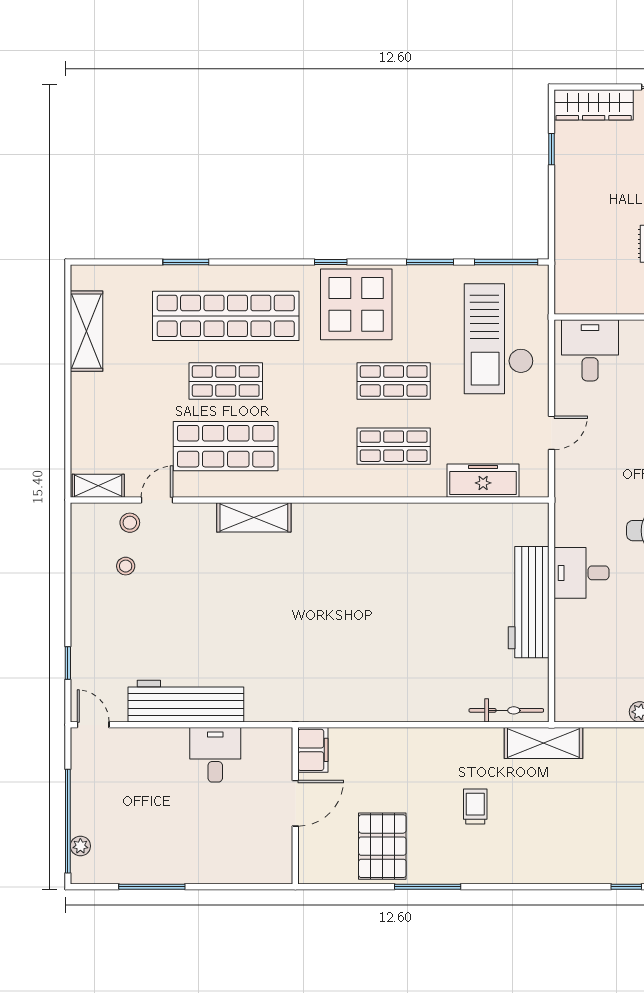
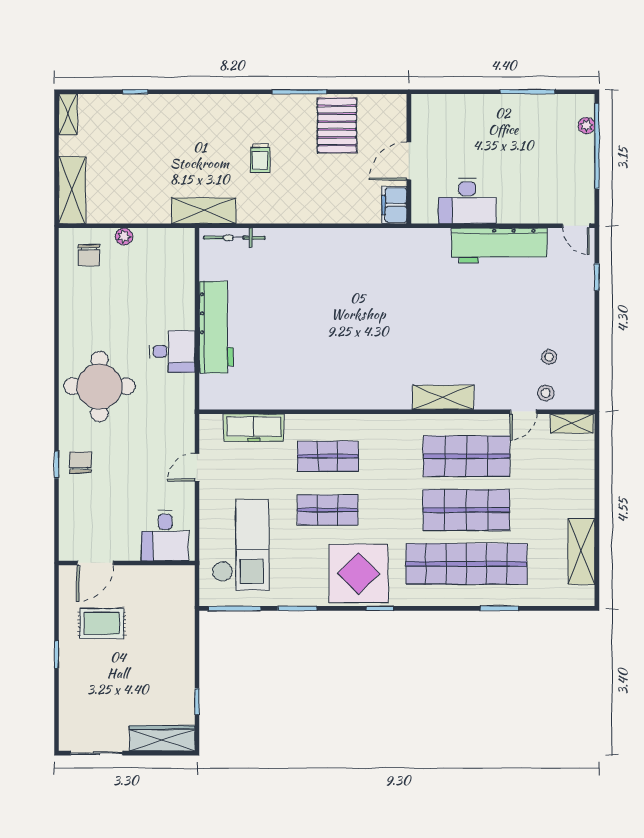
shop shelf: (226, 381) -> (466, 510), width x1.43, depth x1.36
desk: (215, 755) -> (467, 201), width x1.37

